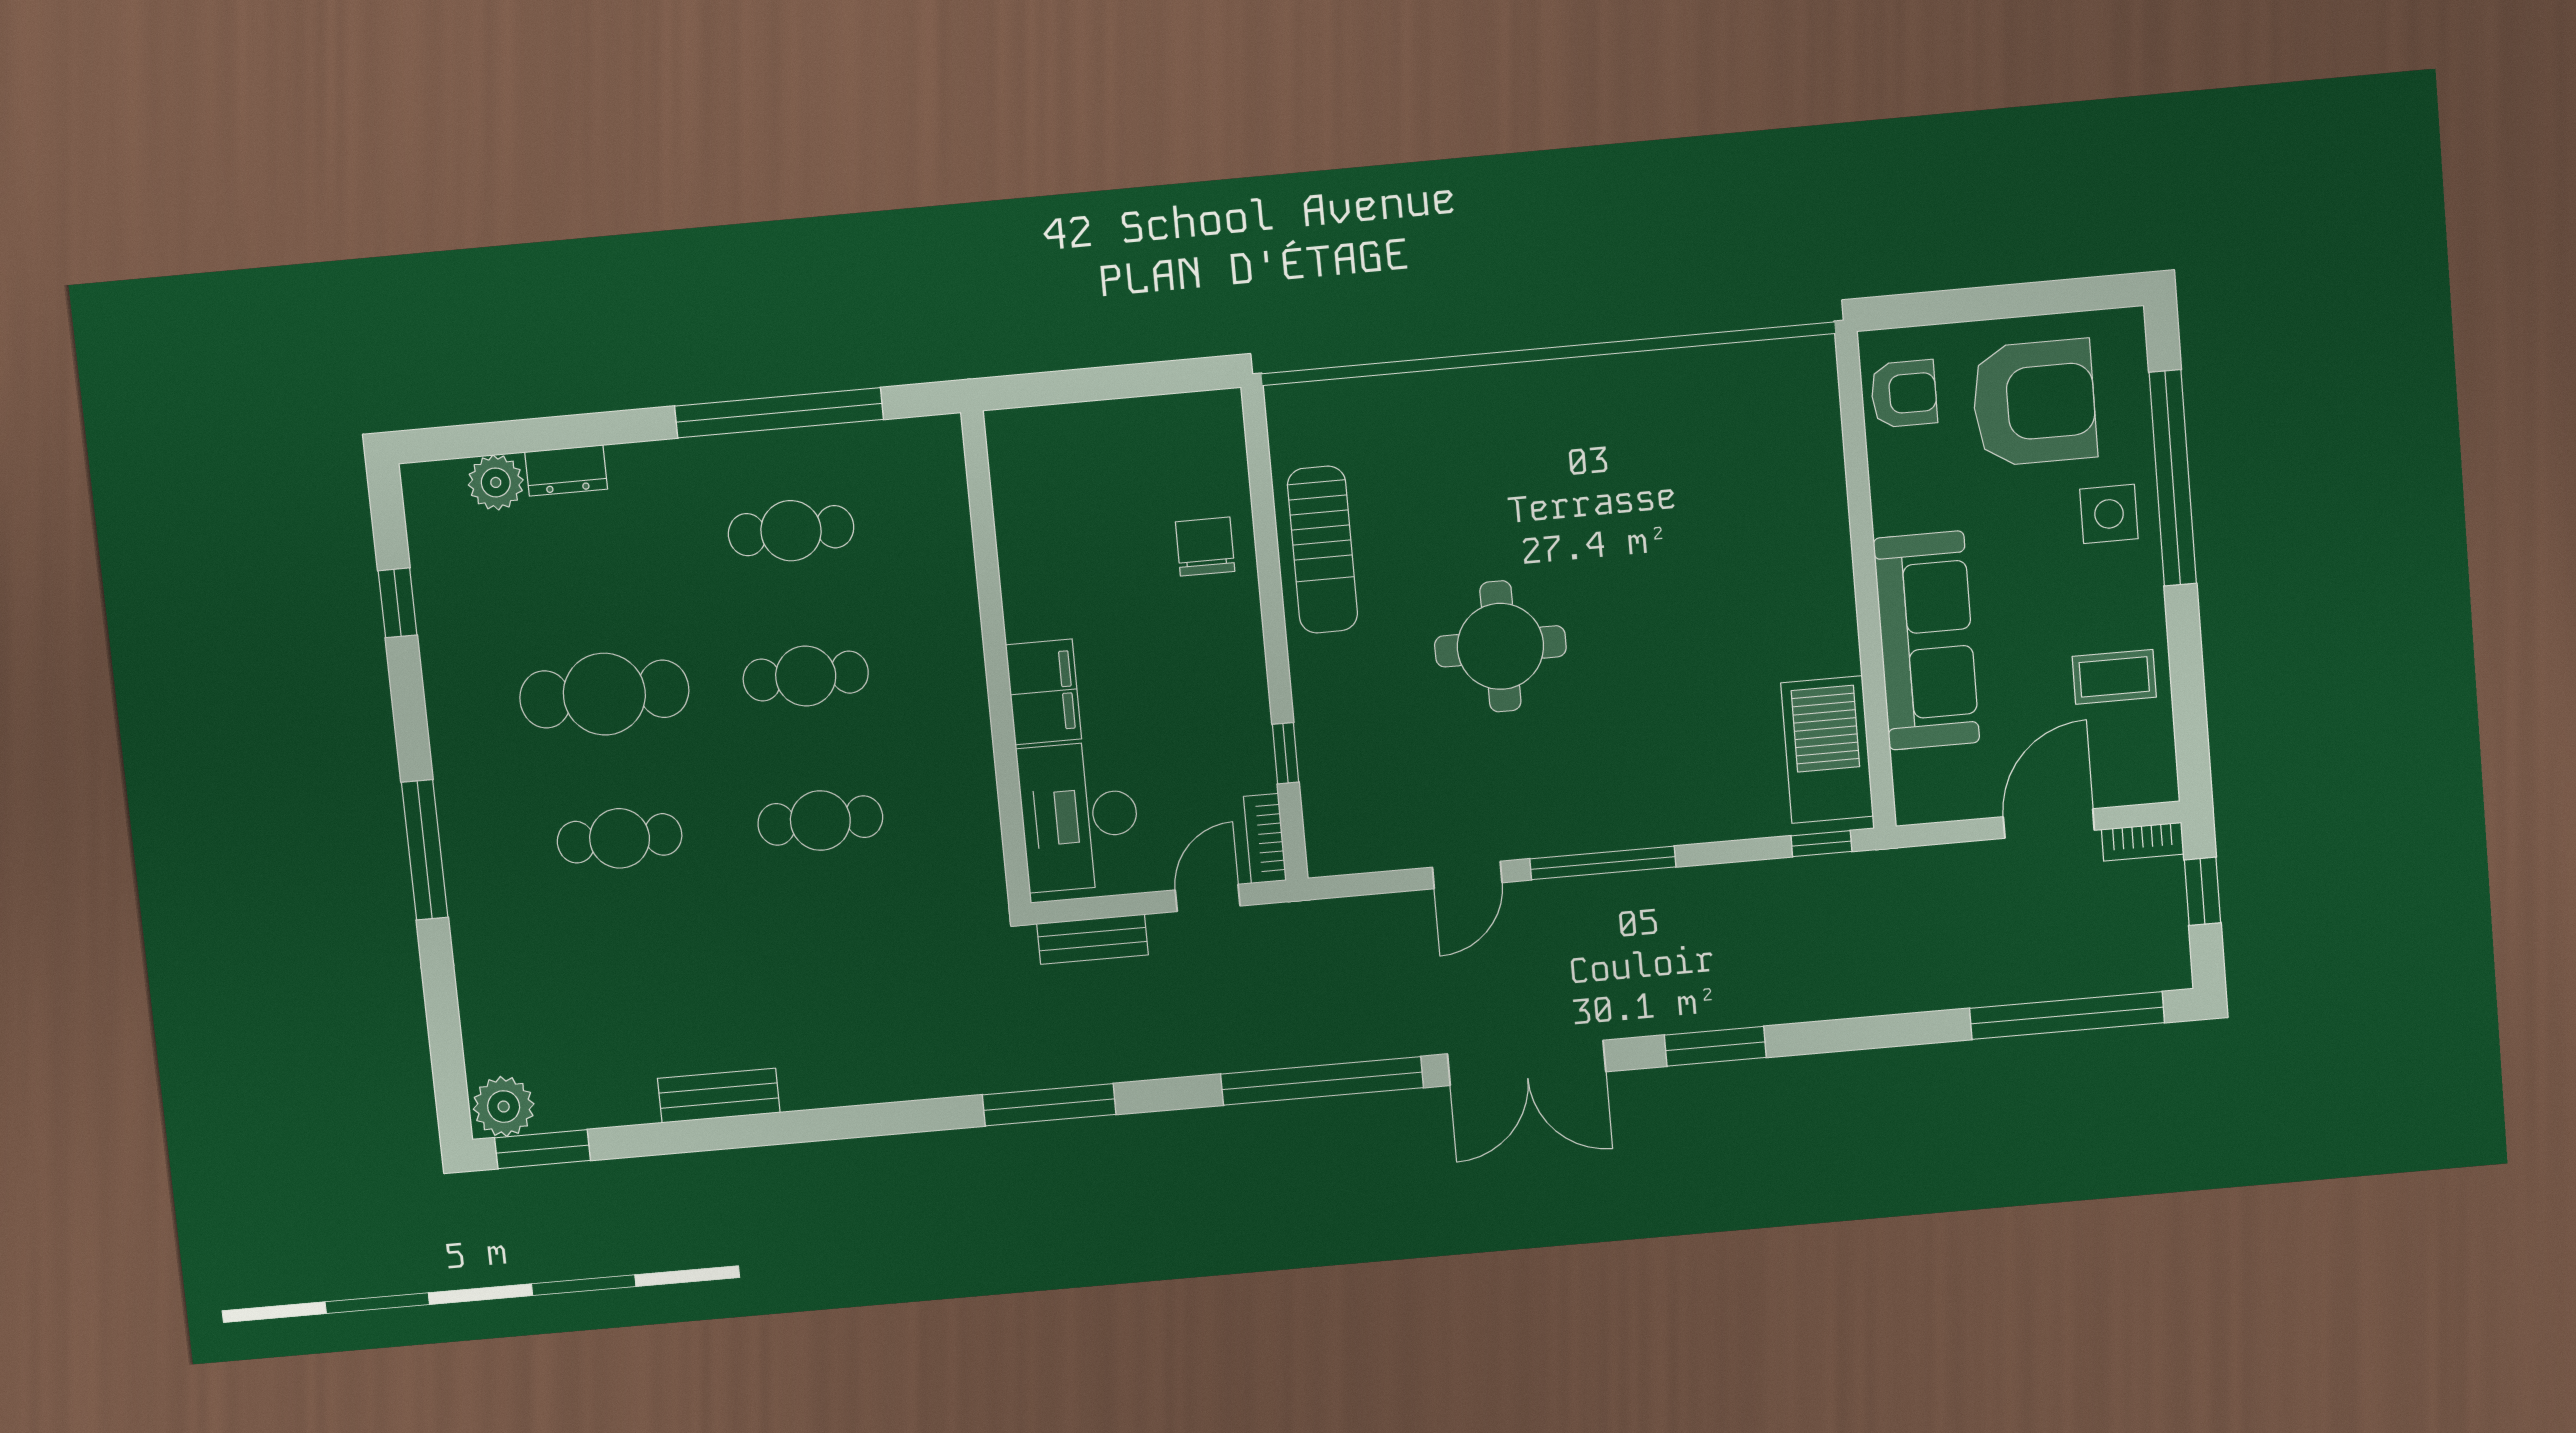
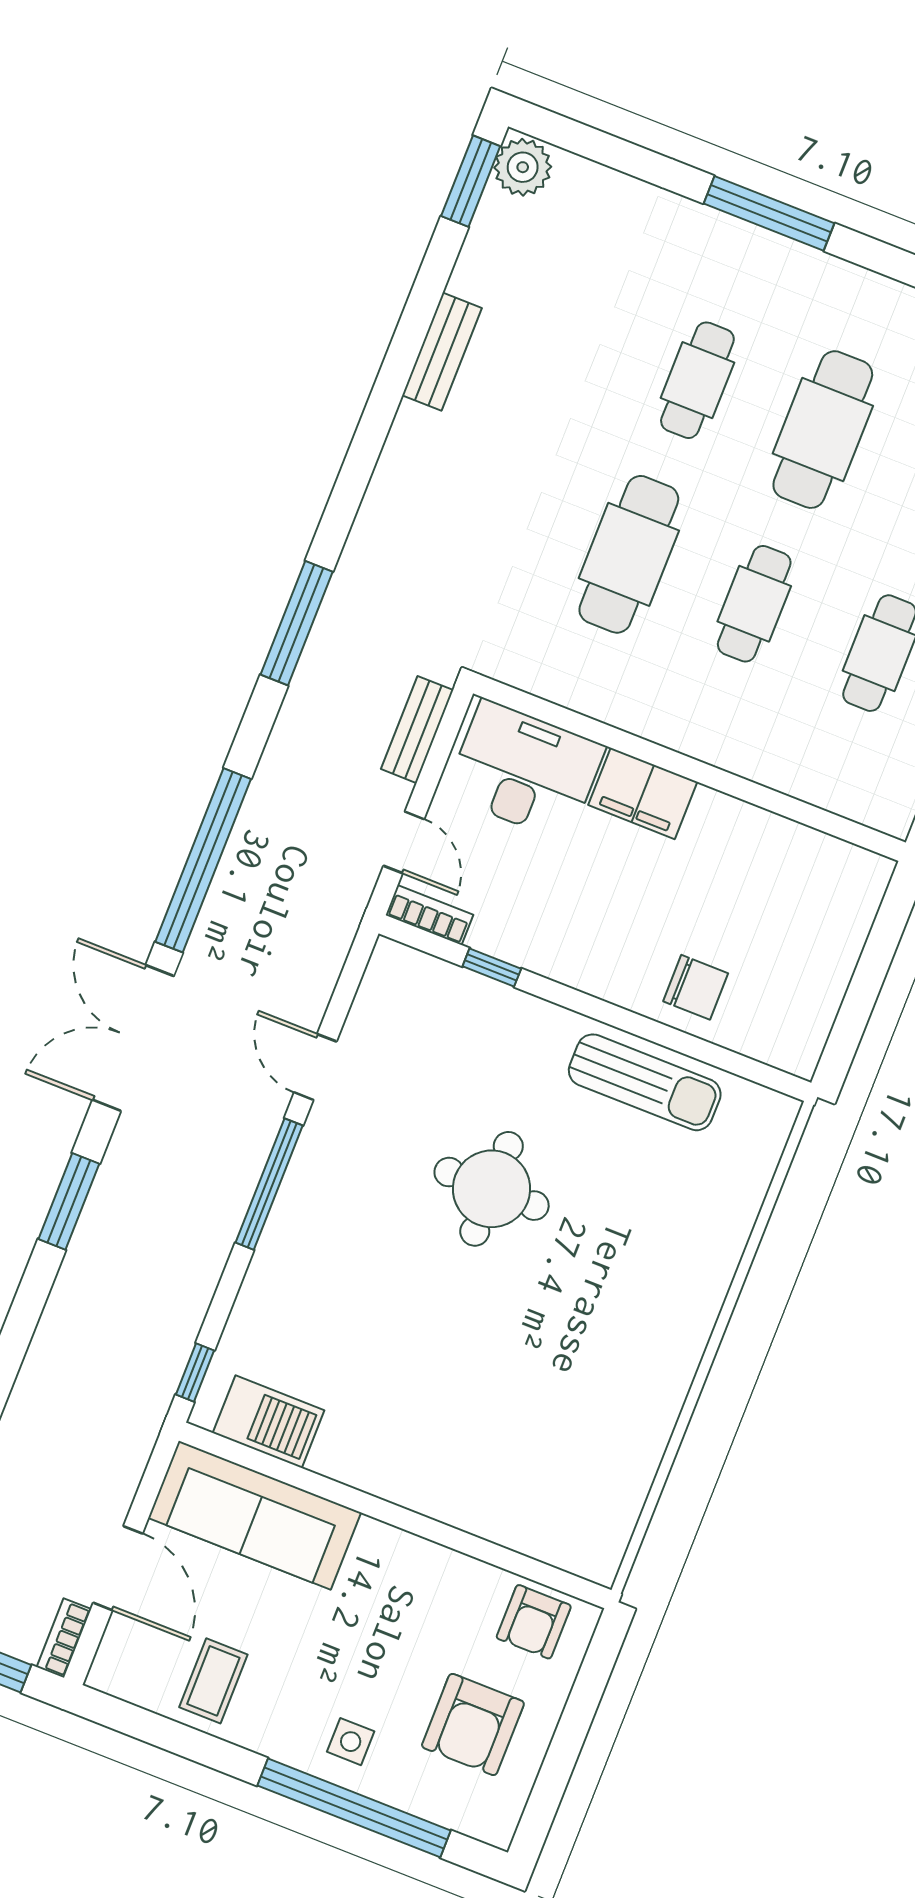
armchair: (2034, 403) -> (473, 1724), width x0.73, depth x0.73
side table: (2109, 514) -> (351, 1742), width x0.73, depth x0.73
sun lounger: (1322, 550) -> (645, 1082), turned 180
sofa: (1926, 641) -> (255, 1515), moved
barbecue: (1827, 750) -> (269, 1422), width x0.73, depth x0.83
cafe table: (820, 821) -> (629, 554), width x1.37, depth x1.35

